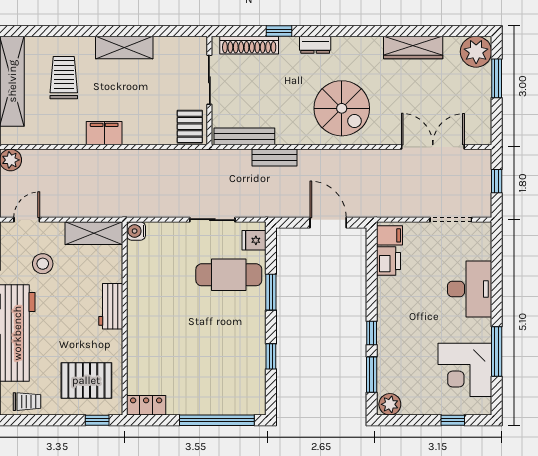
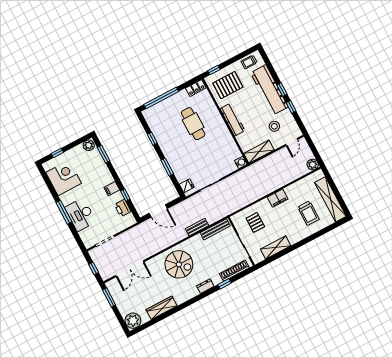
shelving: (124, 47) -> (276, 247), moved
window: (497, 78) -> (109, 297), moved
spiral stairs: (342, 108) -> (179, 264), turned 180
pallet: (190, 127) -> (255, 222), moved
filing cabinet: (390, 235) -> (112, 189), moved
cafe table: (229, 275) -> (193, 124), moved, turned 90
workbench: (111, 306) -> (232, 120), width x1.37
window: (372, 333) -> (125, 195), moved
window: (497, 351) -> (64, 212), moved

